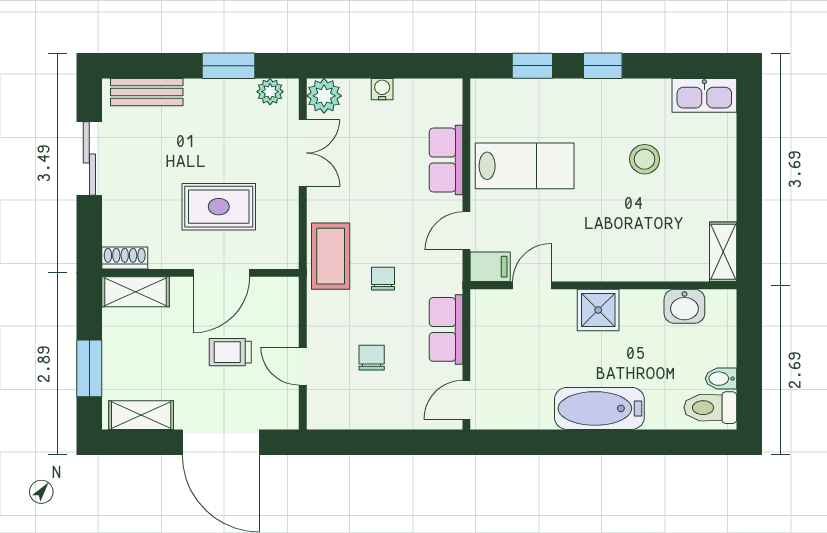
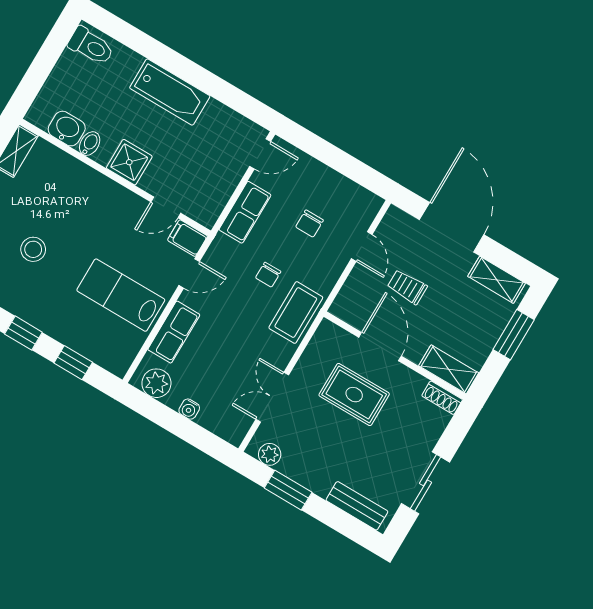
plant: (324, 96) -> (156, 383), moved
door: (221, 273) -> (380, 347), hinge flipped
trolley: (230, 352) -> (407, 287), turned 180
bidet: (721, 379) -> (90, 144), moved, turned -90

